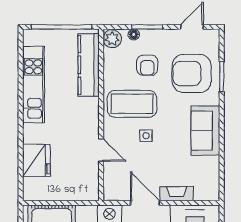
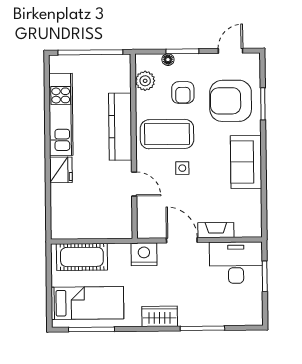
plant: (112, 39) -> (145, 81), moved
kitchen counter: (89, 65) -> (120, 127), moved
fridge: (36, 160) -> (61, 170), moved, width x0.73, depth x0.75

